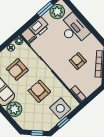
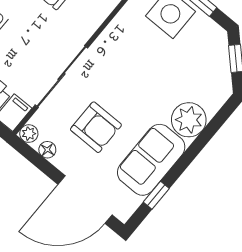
armchair: (39, 91) -> (138, 68), removed

